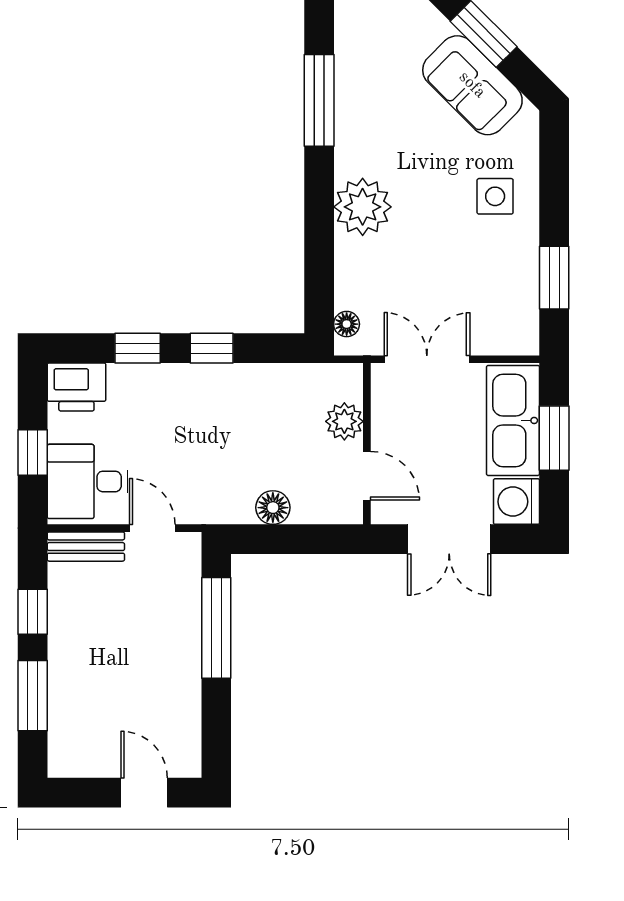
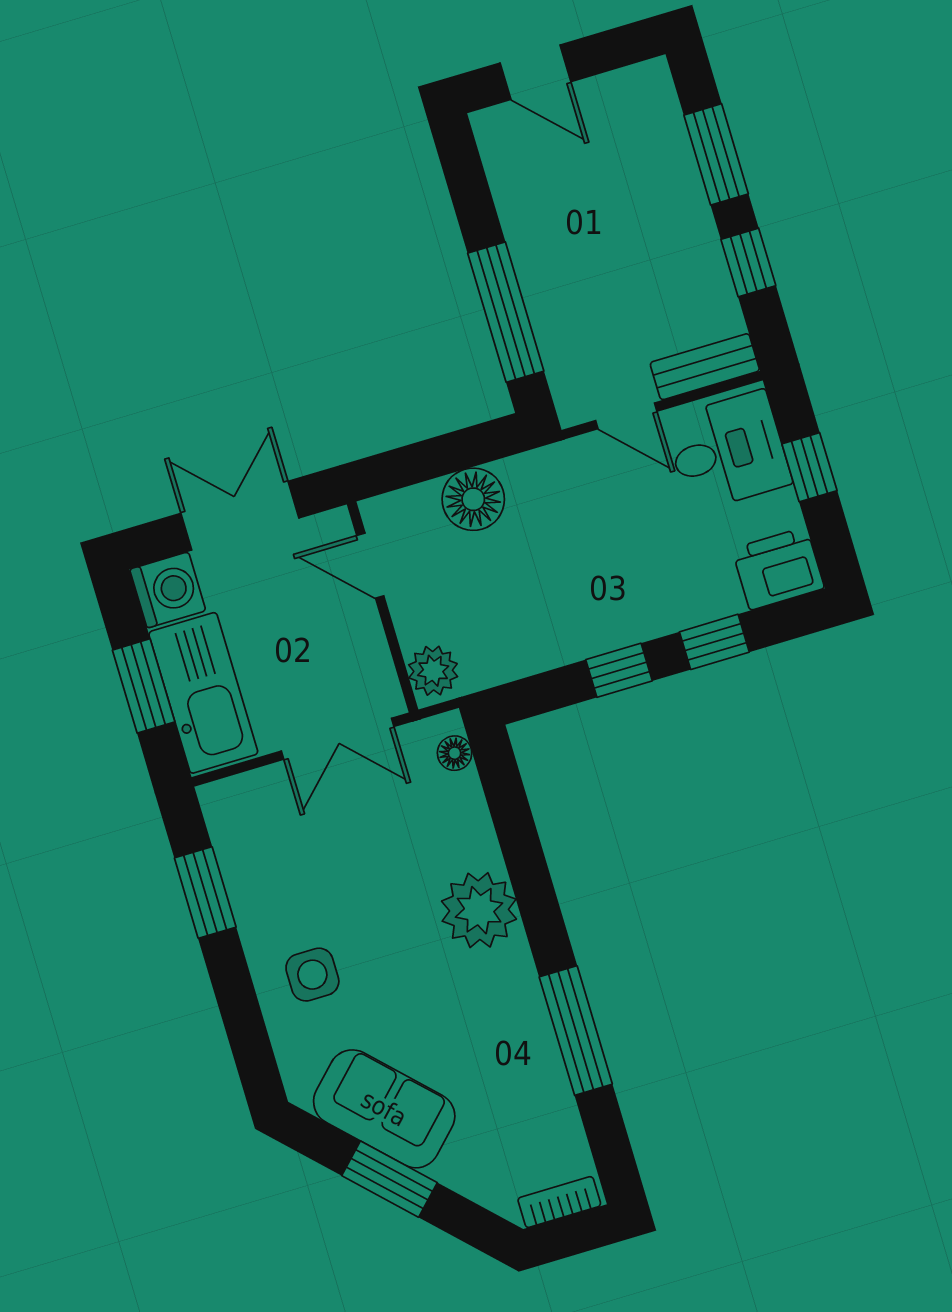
plant: (344, 421) -> (433, 671), moved
floor lamp: (273, 508) -> (473, 499), width x1.38, depth x1.38

